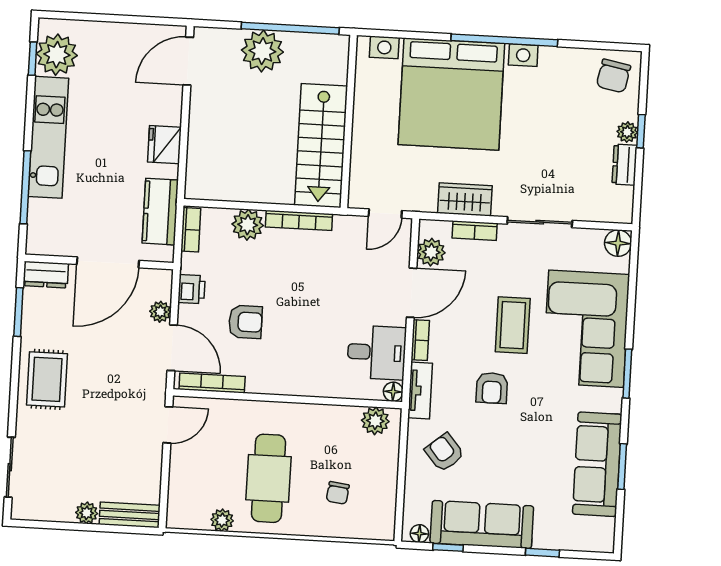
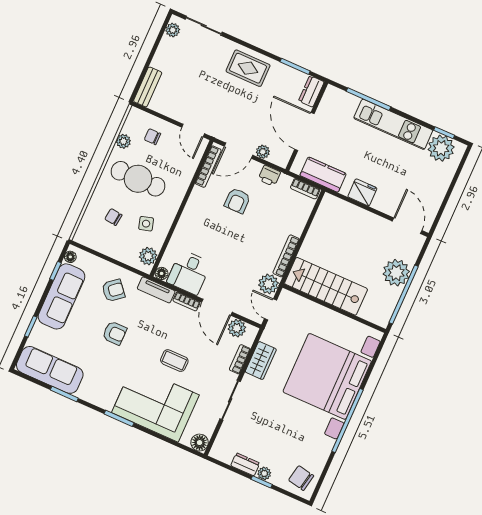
plant: (248, 225) -> (268, 284), moved
coffee table: (513, 325) -> (174, 361), width x0.73, depth x0.77
armchair: (492, 388) -> (115, 333), moved, turned 180
side table: (329, 442) -> (146, 224), added
sofa: (597, 464) -> (50, 370), moved
chair: (199, 481) -> (152, 137), added
plant: (87, 513) -> (173, 30), moved

